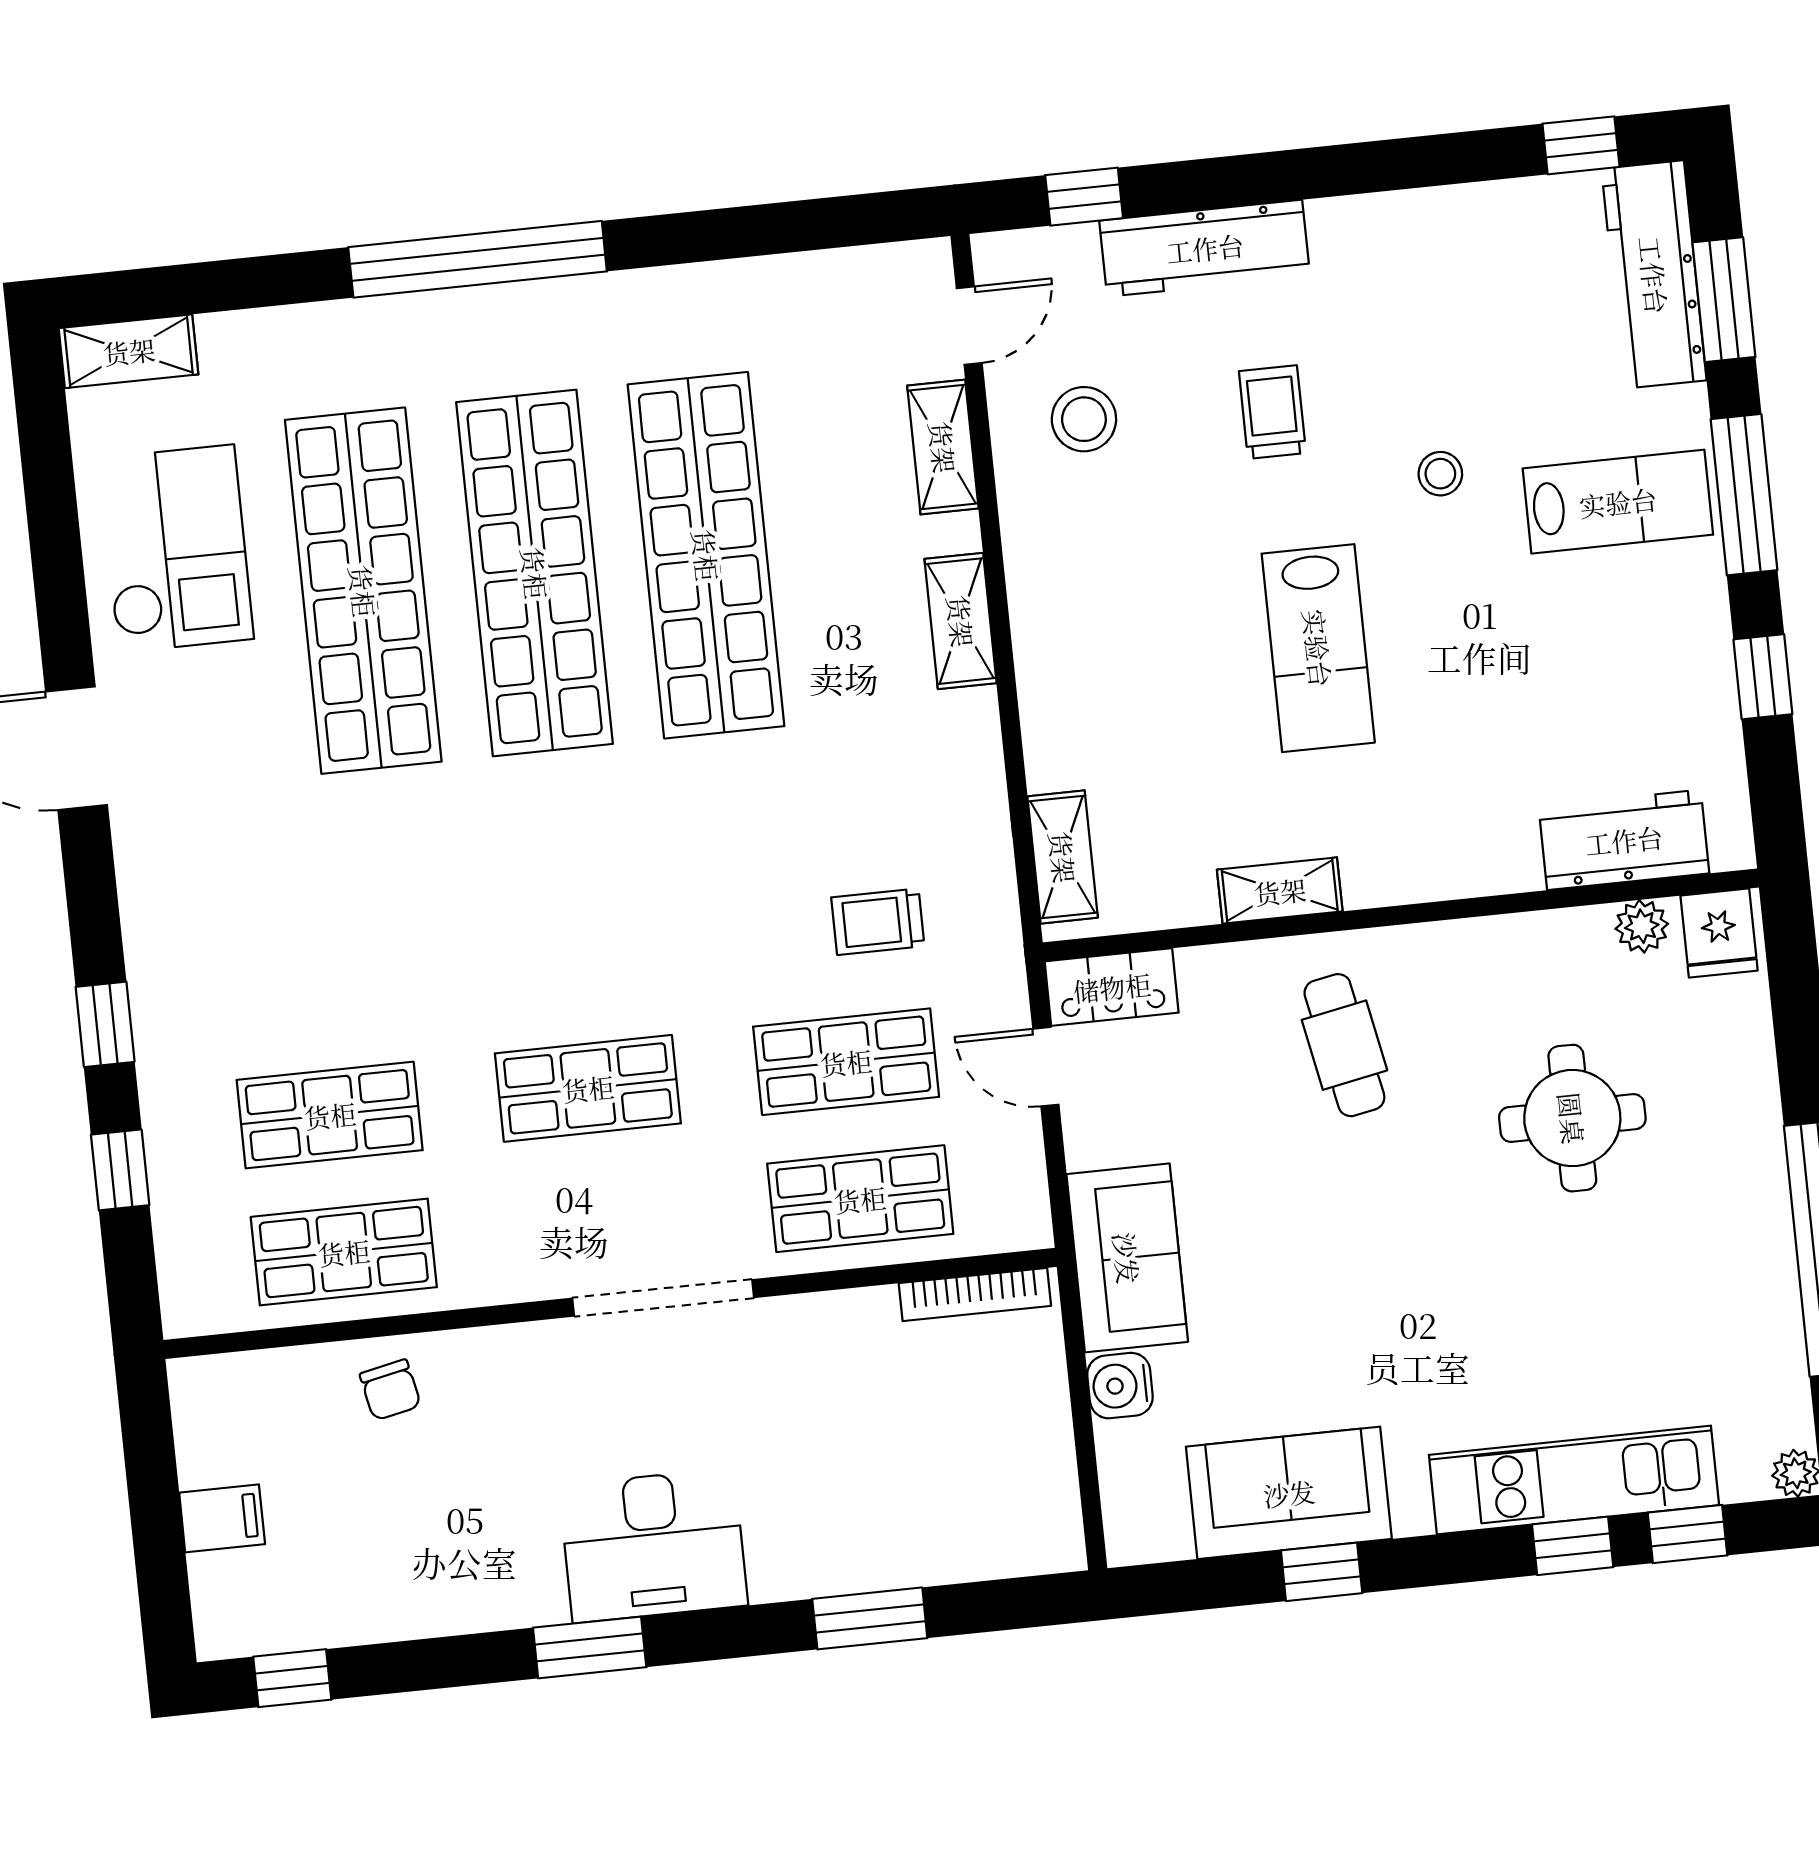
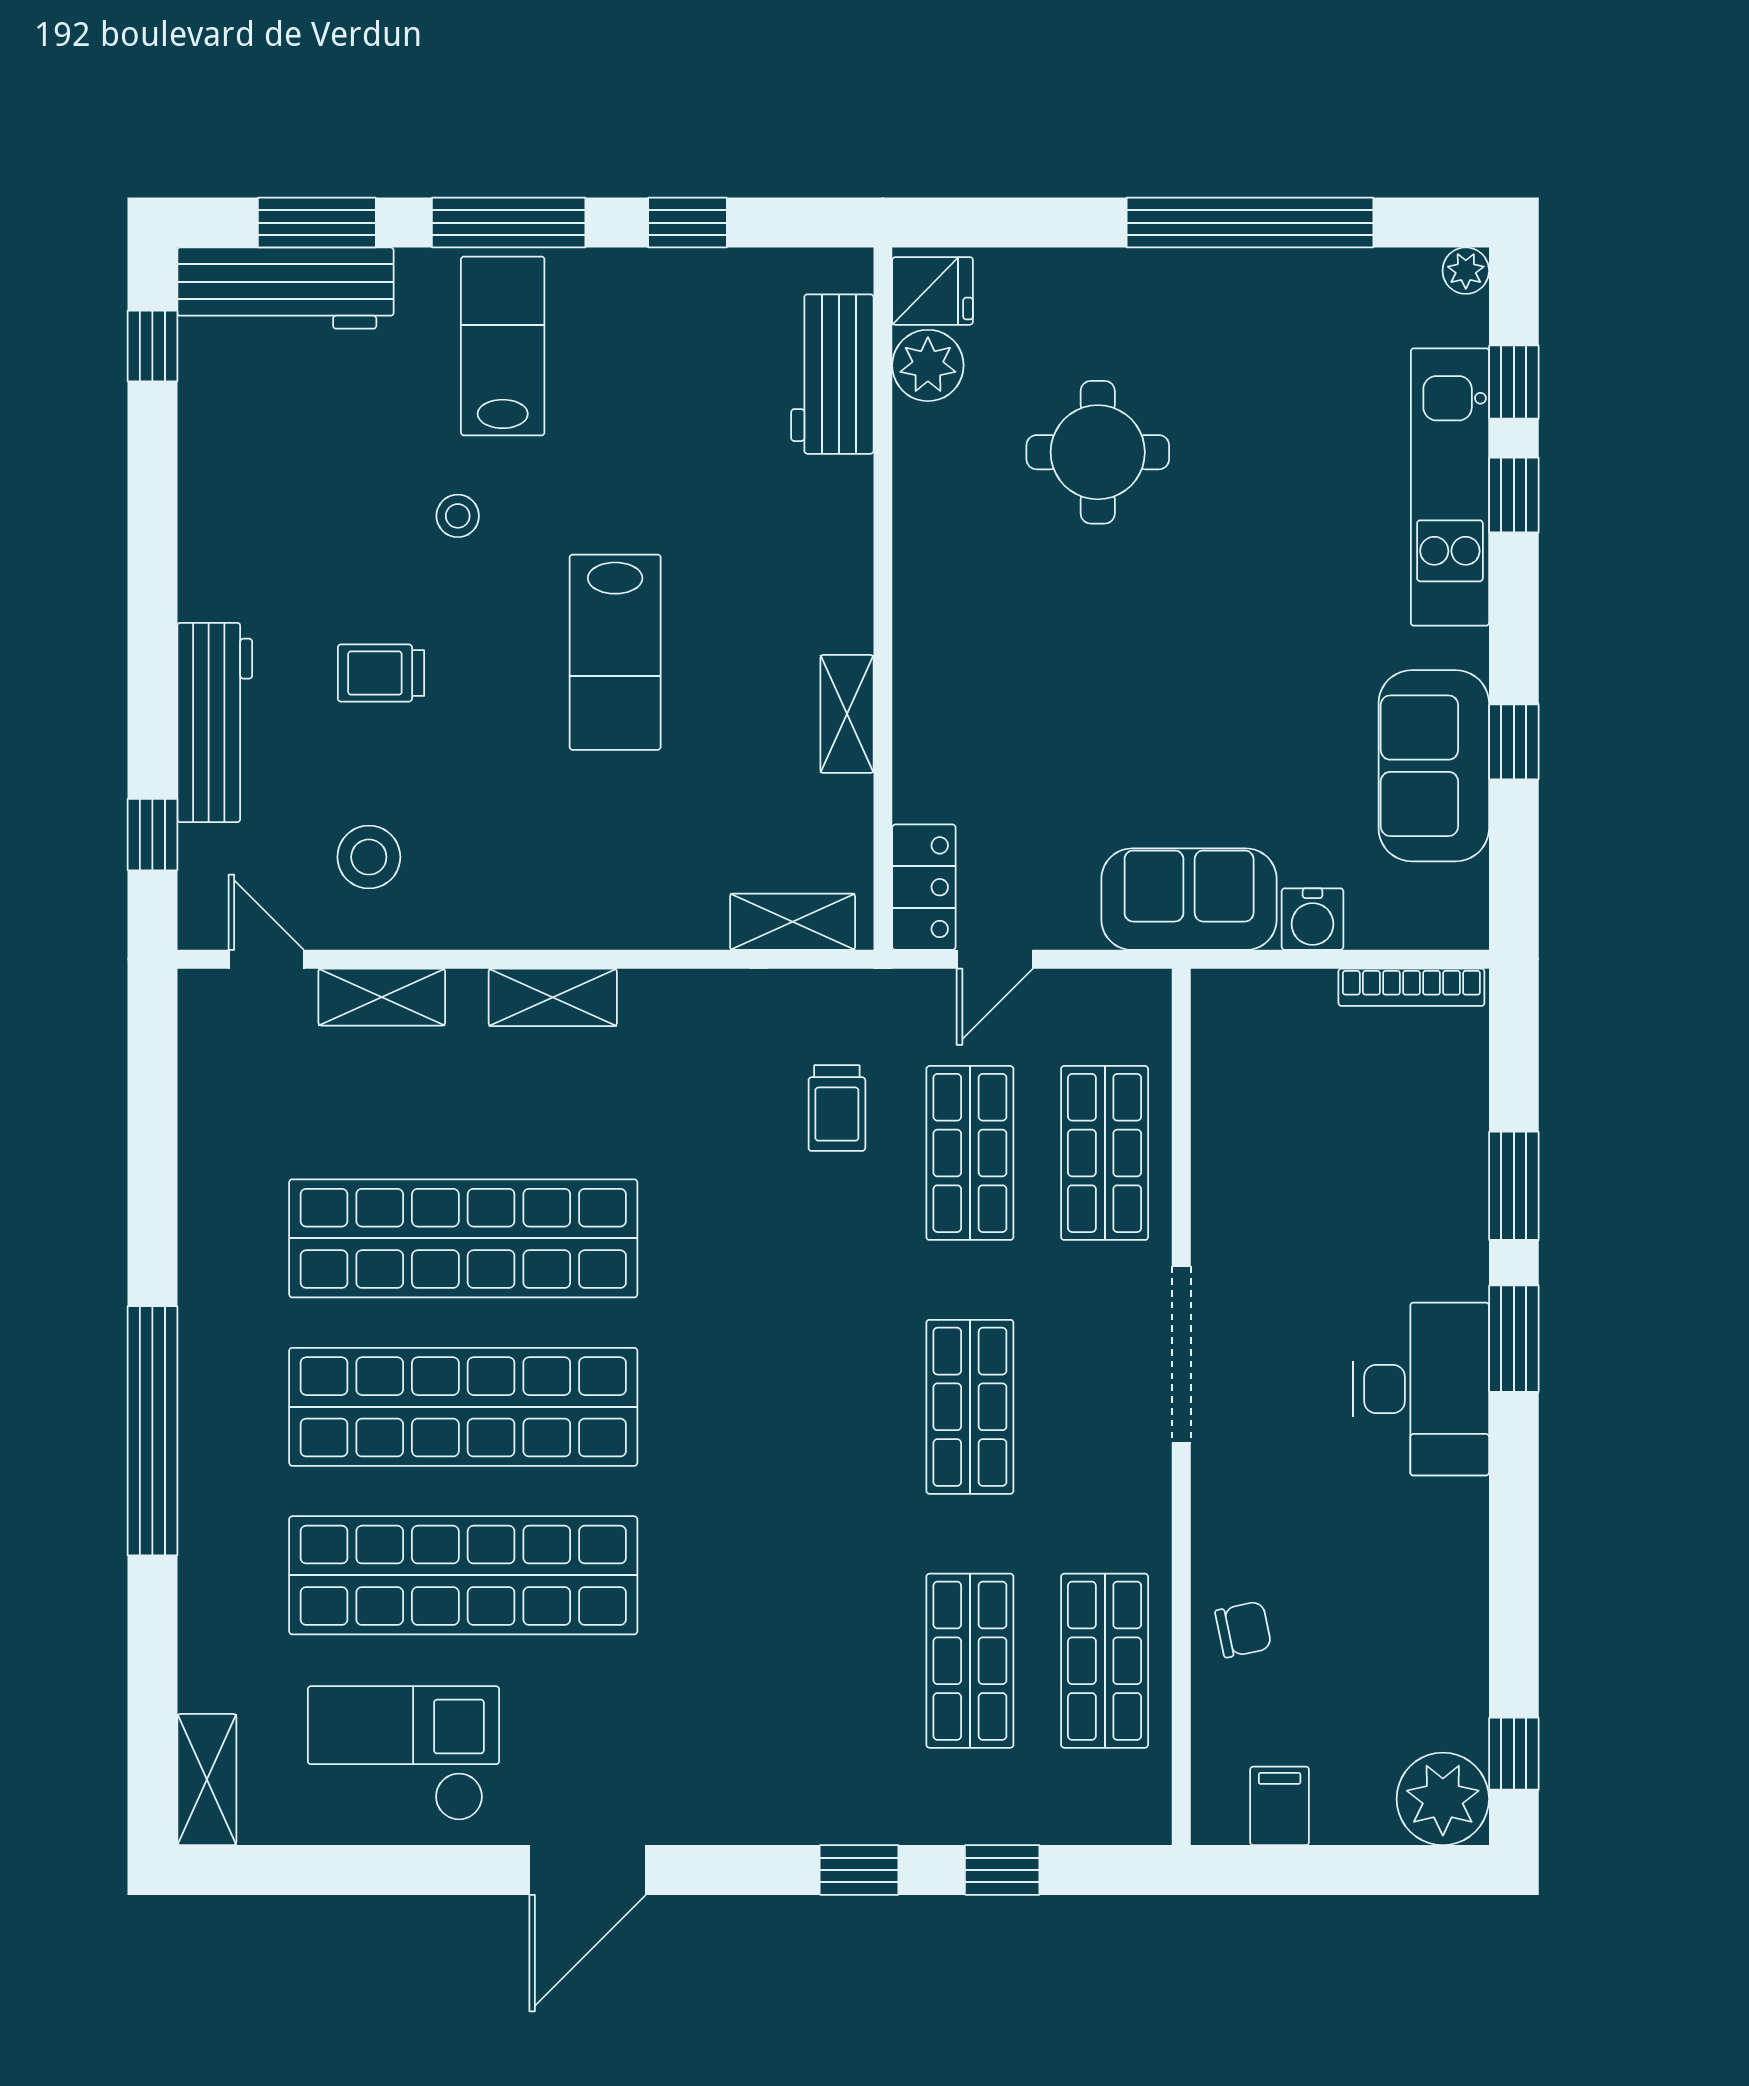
lab bench: (1318, 648) -> (615, 652), turned 90
plant: (1642, 926) -> (928, 365), width x1.38, depth x1.38
cafe table: (1344, 1045) -> (1004, 667), removed
bookcase: (975, 1294) -> (1411, 987), moved, turned 90
filing cabinet: (222, 1518) -> (1280, 1806), moved
plant: (239, 1611) -> (1443, 1799), added
window: (590, 1647) -> (1514, 1339), moved

